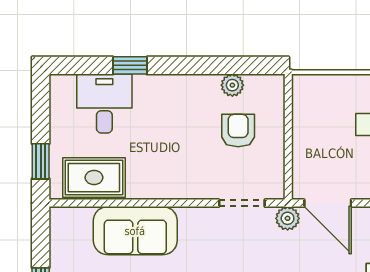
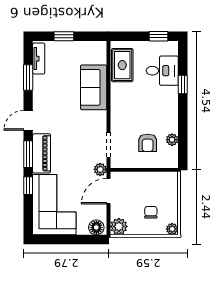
armchair: (238, 131) -> (148, 143), turned 90
window: (41, 161) -> (158, 36), moved

